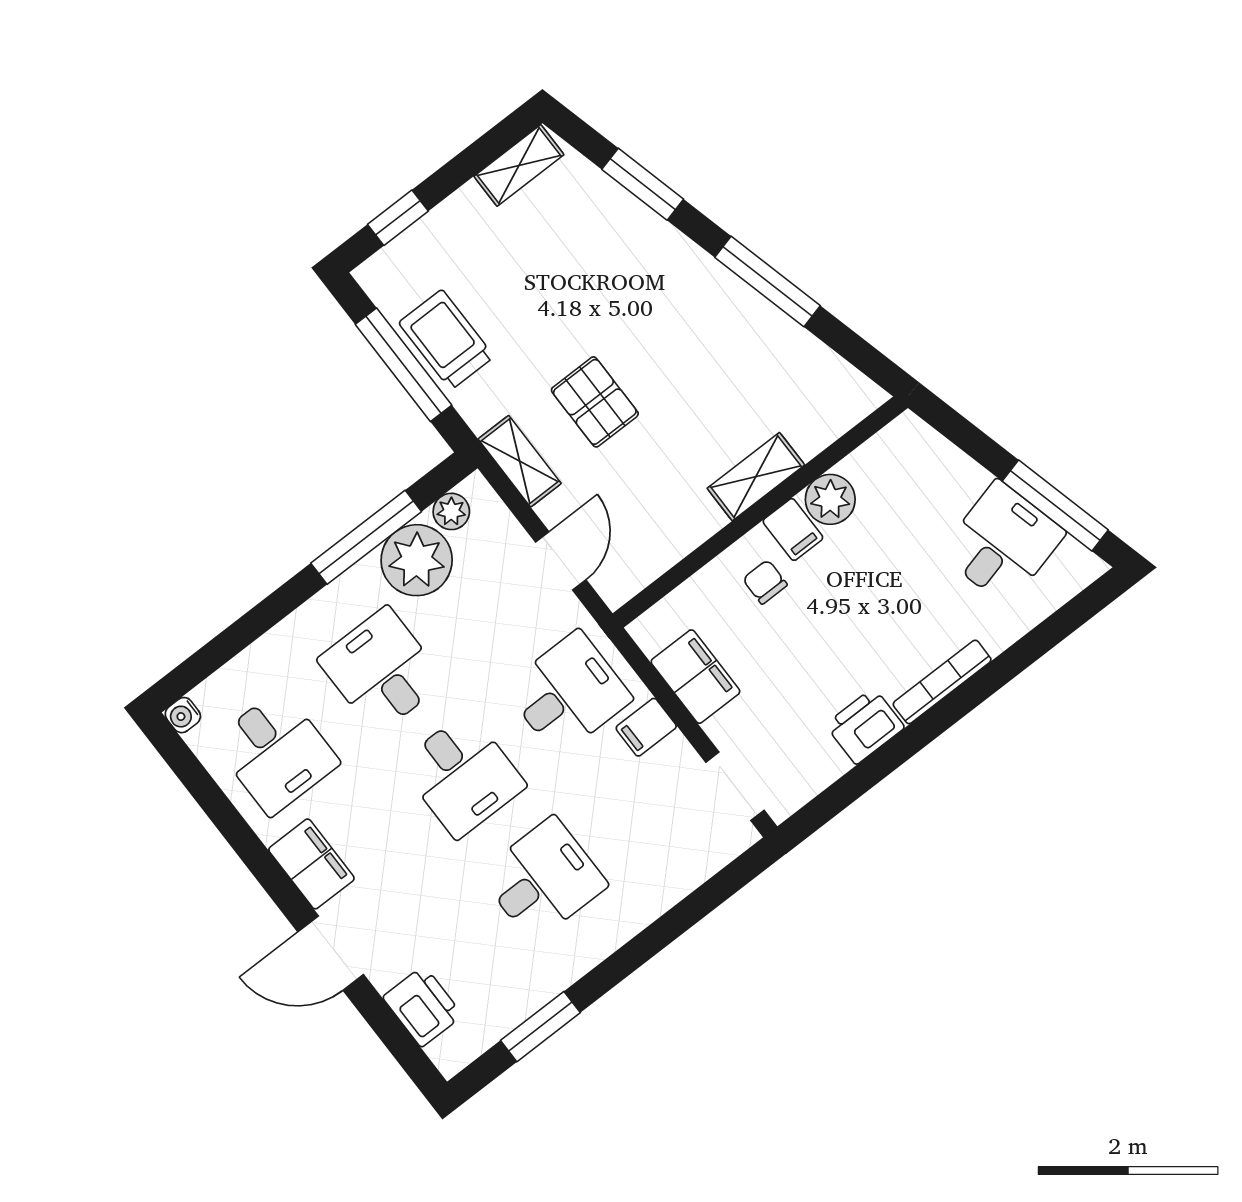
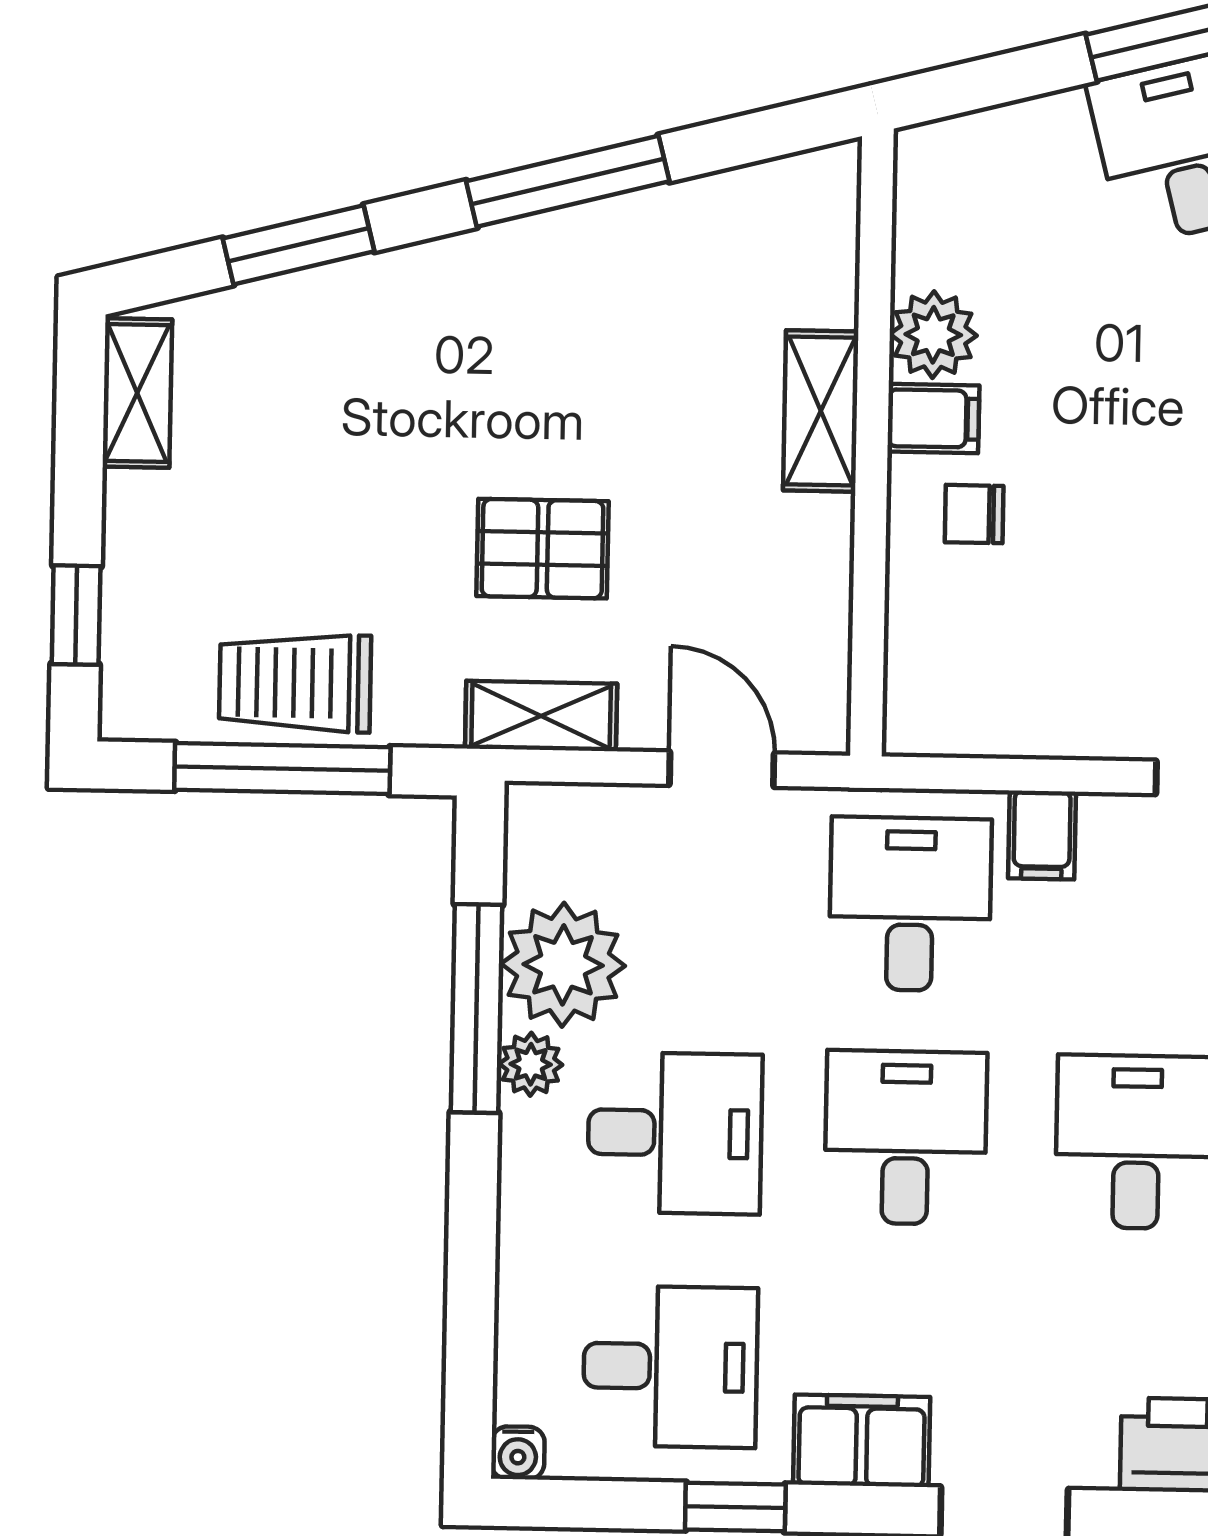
plant: (451, 511) -> (531, 1064), moved
desk: (382, 670) -> (675, 1133), turned 180
filing cabinet: (695, 677) -> (1027, 712), removed
desk: (462, 775) -> (906, 1138), turned -90
window: (237, 831) -> (735, 1507), added

